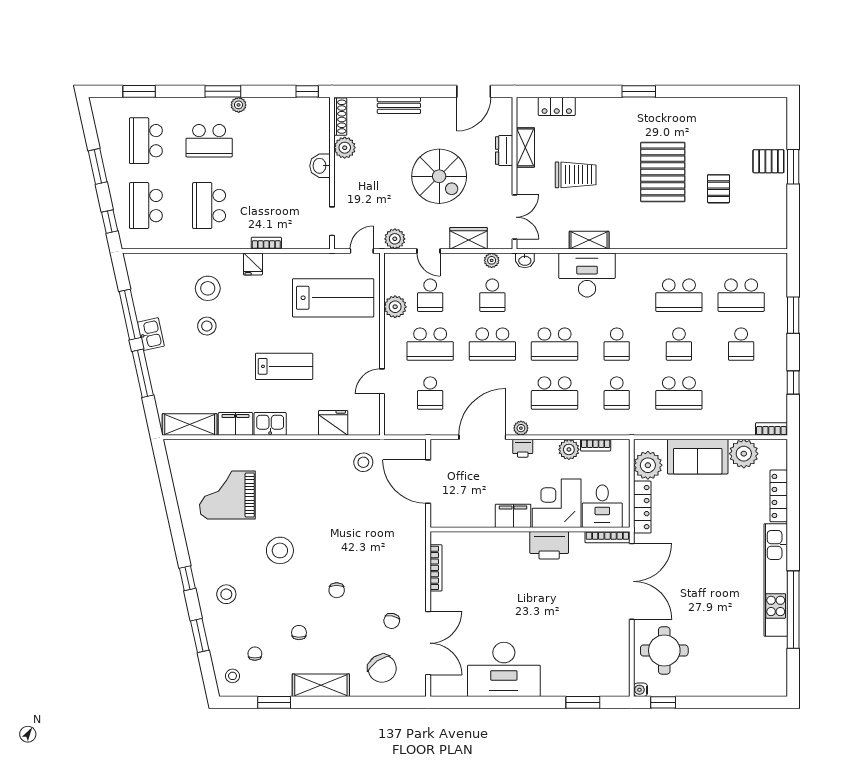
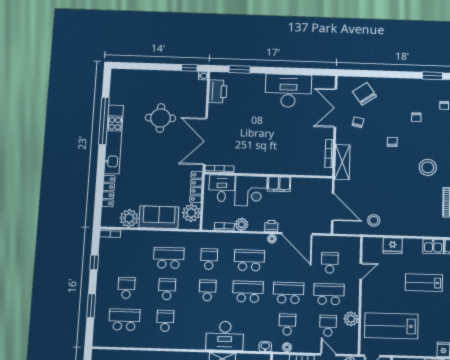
school desk: (679, 295) -> (165, 321), width x0.54
door: (482, 437) -> (297, 234), hinge flipped
printer: (549, 545) -> (218, 91), moved, turned 90
round table: (664, 651) -> (160, 118), moved
shelving: (321, 685) -> (342, 162), moved, turned 90

